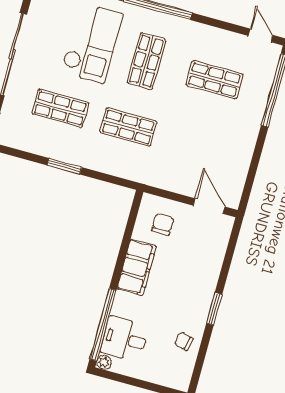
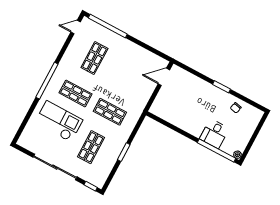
shop shelf: (128, 127) -> (110, 112), turned 90
chair: (163, 224) -> (168, 105), removed
filing cabinet: (137, 267) -> (189, 125), removed
desk: (124, 339) -> (214, 134), moved

